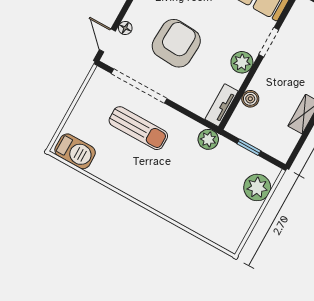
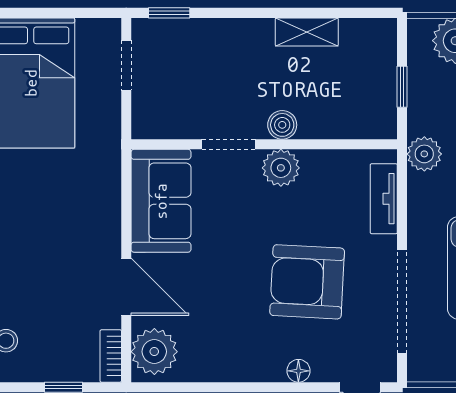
floor lamp: (125, 28) -> (298, 371), moved
boiler: (250, 99) -> (282, 125), moved
tv unit: (222, 105) -> (384, 199), moved, turned 90

